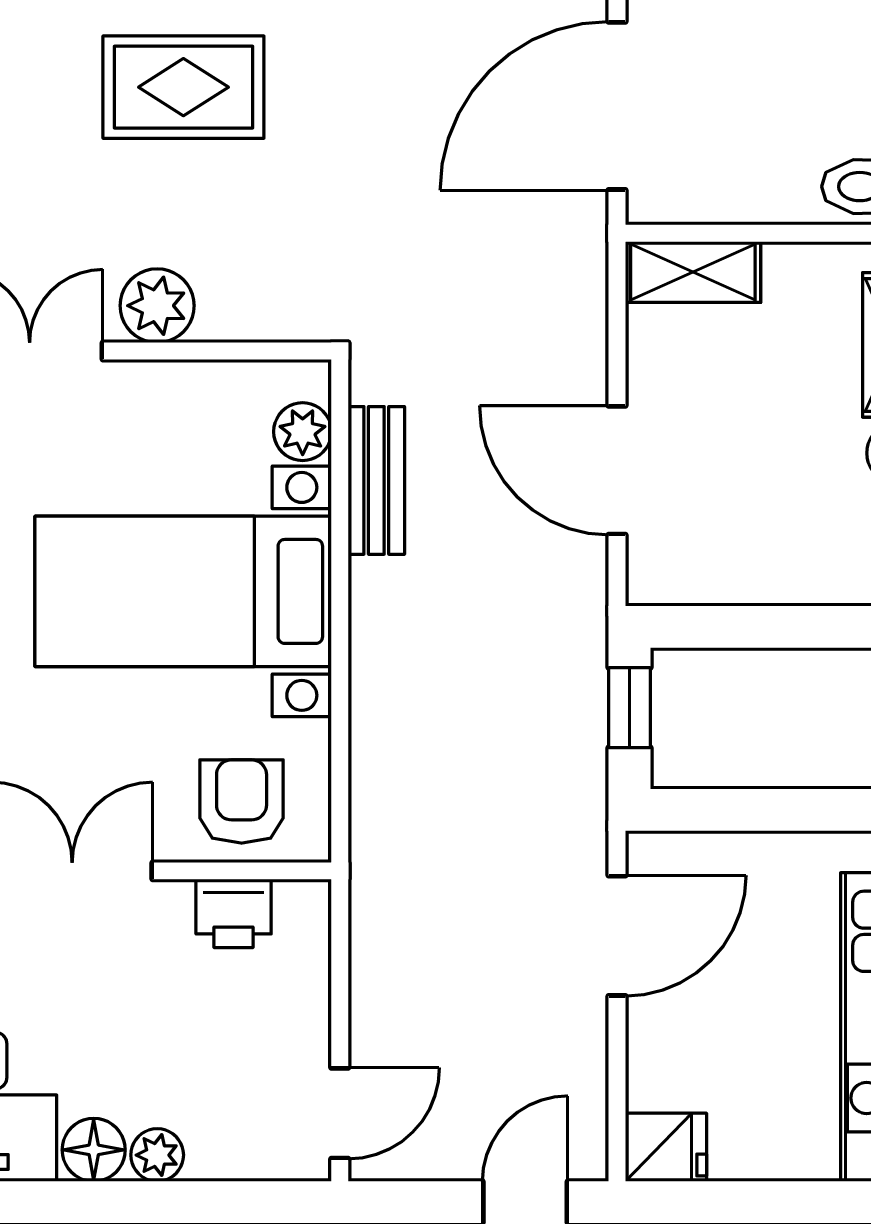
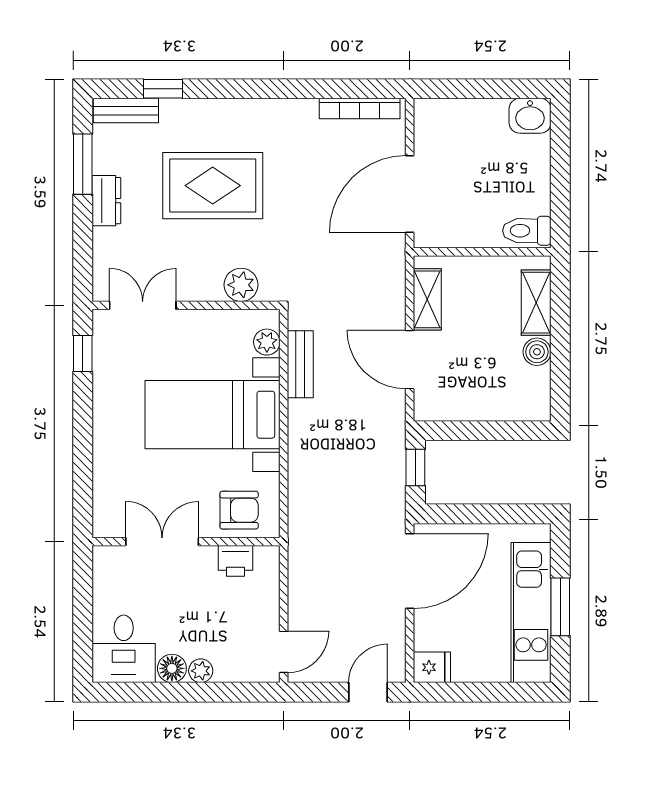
rug: (183, 87) -> (213, 186), width x1.36, depth x1.43
shelving: (693, 272) -> (427, 299), moved, turned 90
plant: (157, 306) -> (241, 285), moved
armchair: (242, 802) -> (239, 510), turned 90
door: (617, 936) -> (410, 571), width x1.36

